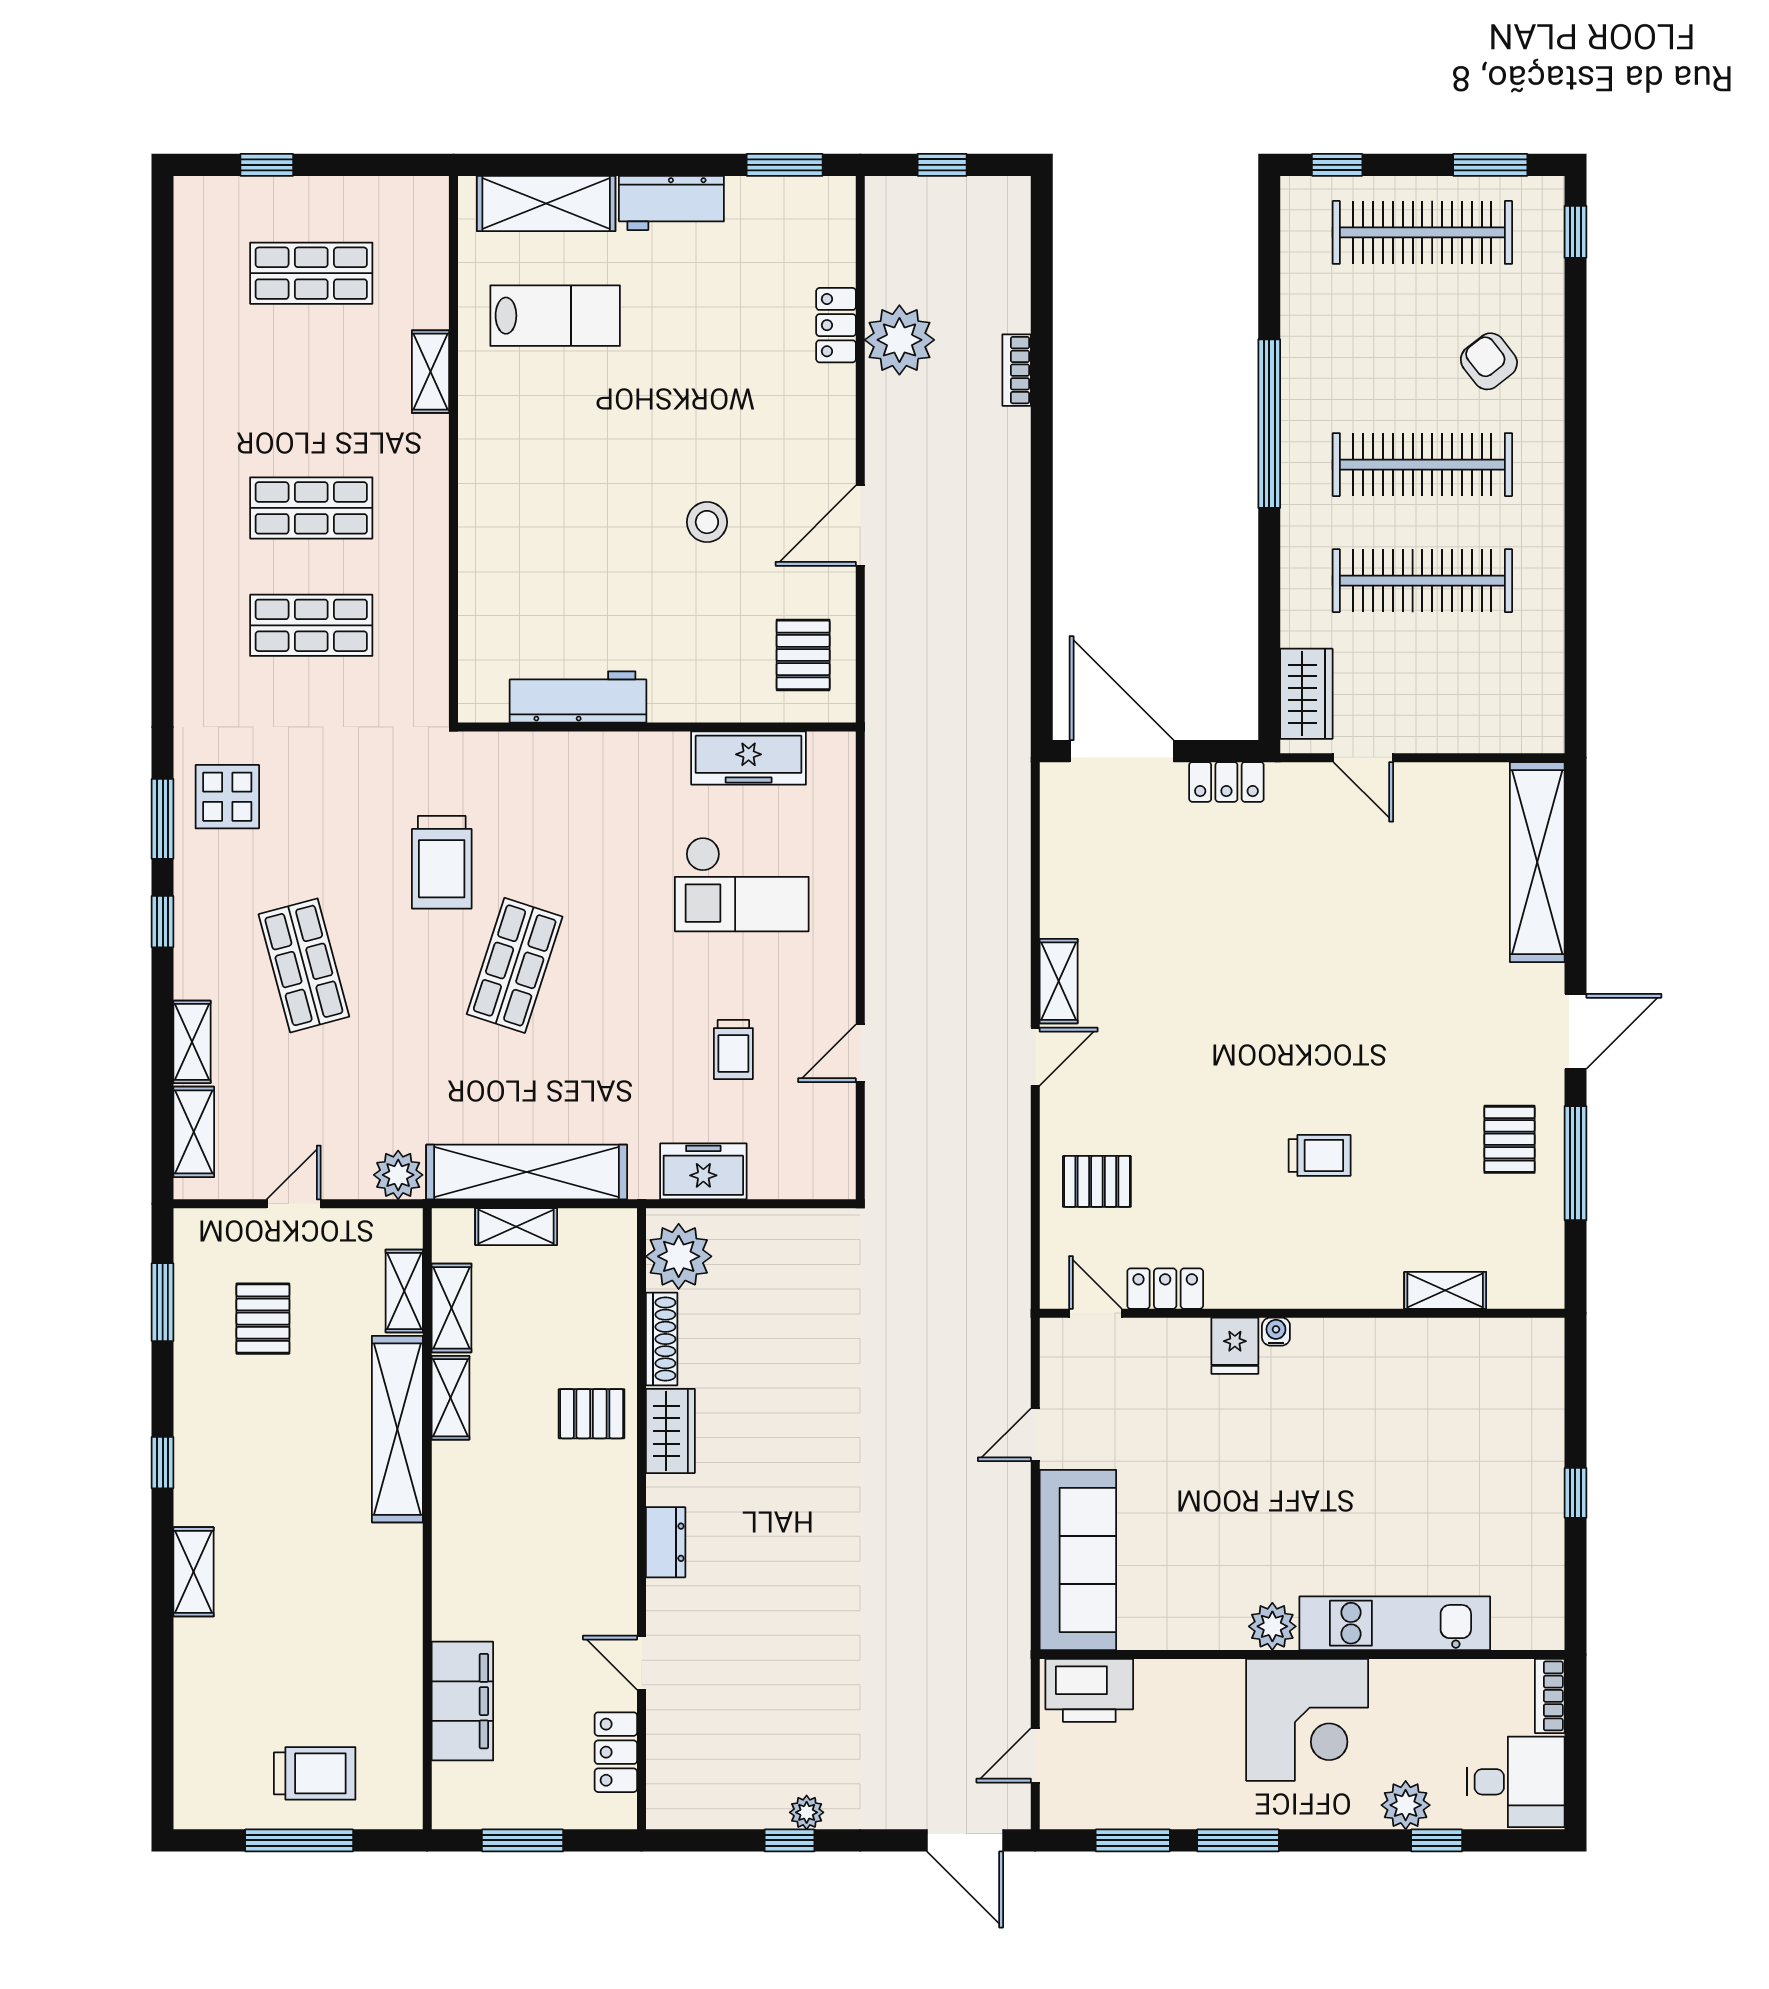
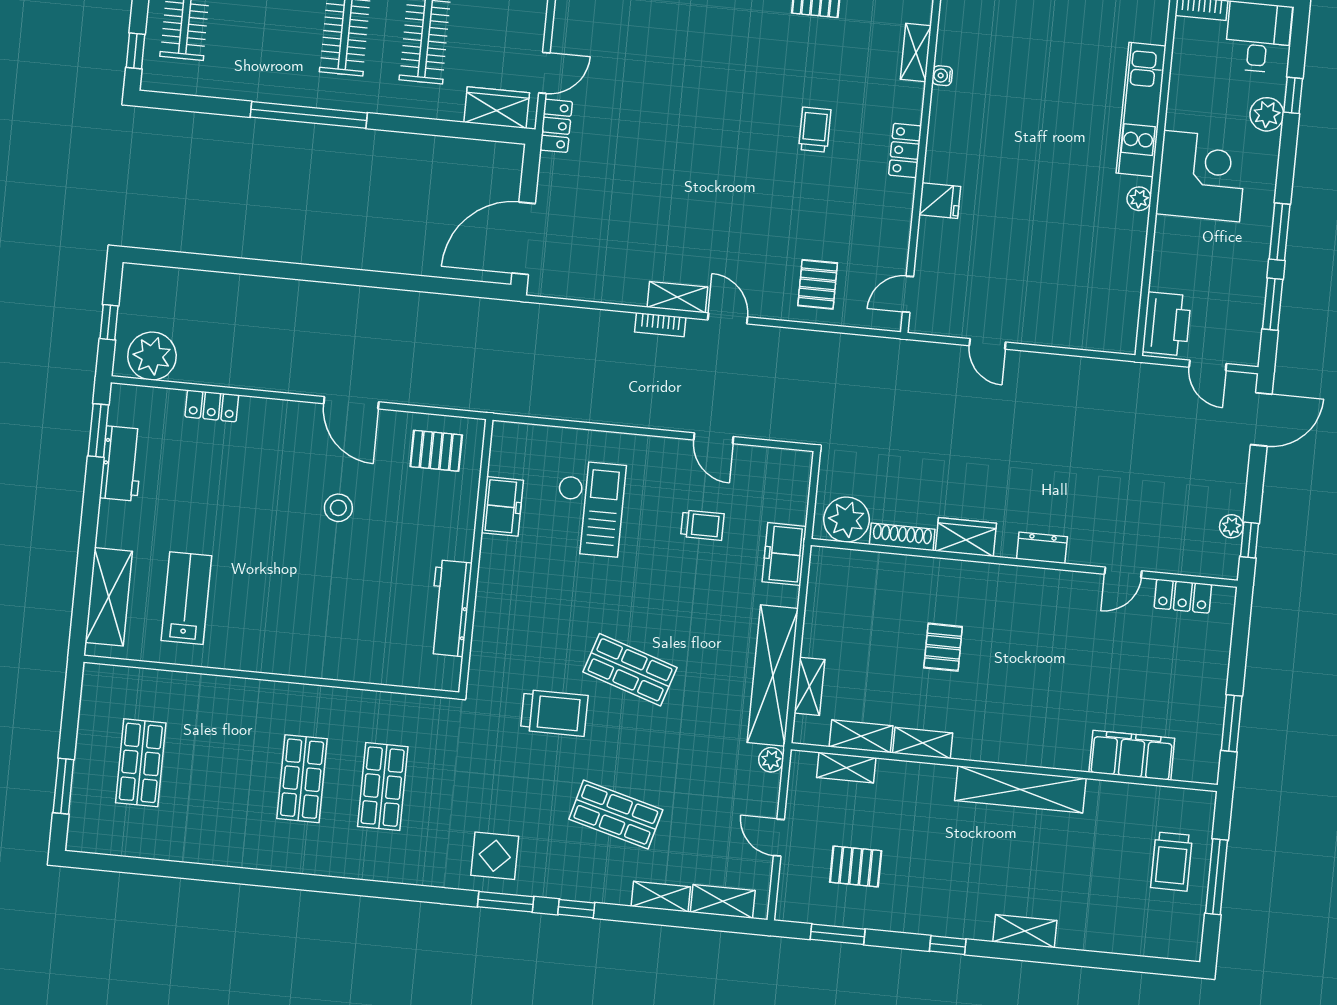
window: (267, 165) -> (63, 786), width x1.50
workbench: (671, 203) -> (121, 464), moved
plant: (899, 340) -> (152, 356), moved
bookcase: (1017, 370) -> (660, 325), moved
shelving: (430, 372) -> (216, 688), removed
freezer: (749, 758) -> (502, 506), width x0.71
locker: (1226, 782) -> (556, 126), moved
shop shelf: (304, 965) -> (616, 815), turned 30
plant: (398, 1175) -> (771, 760), width x0.73, depth x0.73
plant: (679, 1256) -> (847, 520), moved
locker: (1165, 1289) -> (905, 150), moved
water cooler: (1276, 1332) -> (942, 76), moved
shoe rack: (662, 1339) -> (902, 537), moved
shelving: (397, 1429) -> (1020, 789), moved
wardrobe: (670, 1431) -> (966, 537), moved
wall: (642, 1519) -> (1024, 563), moved
dresser: (666, 1542) -> (1042, 548), moved
sofa: (1078, 1560) -> (1076, 323), removed
plant: (1272, 1626) -> (1139, 199), width x0.73, depth x0.73
door: (642, 1663) -> (1123, 572), moved
locker: (616, 1752) -> (1183, 596), moved
trolley: (315, 1773) -> (1172, 862), turned 180

